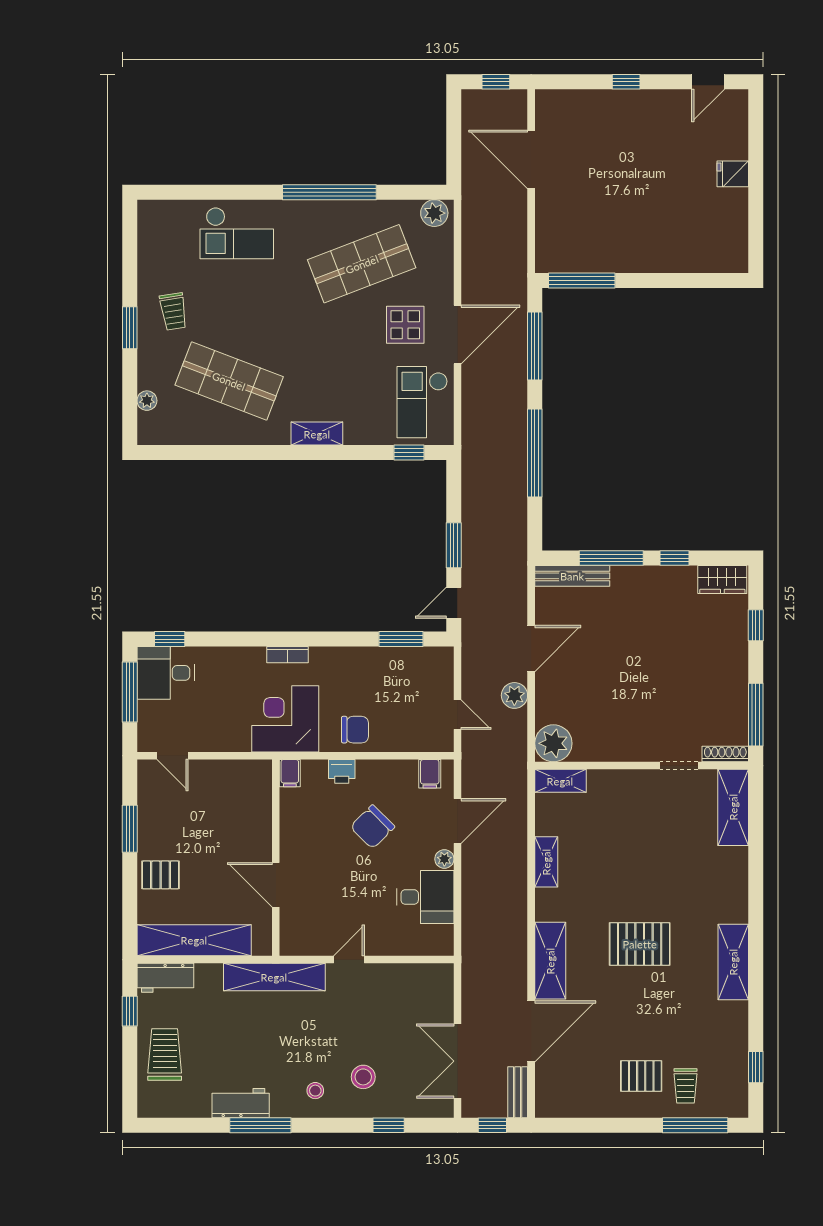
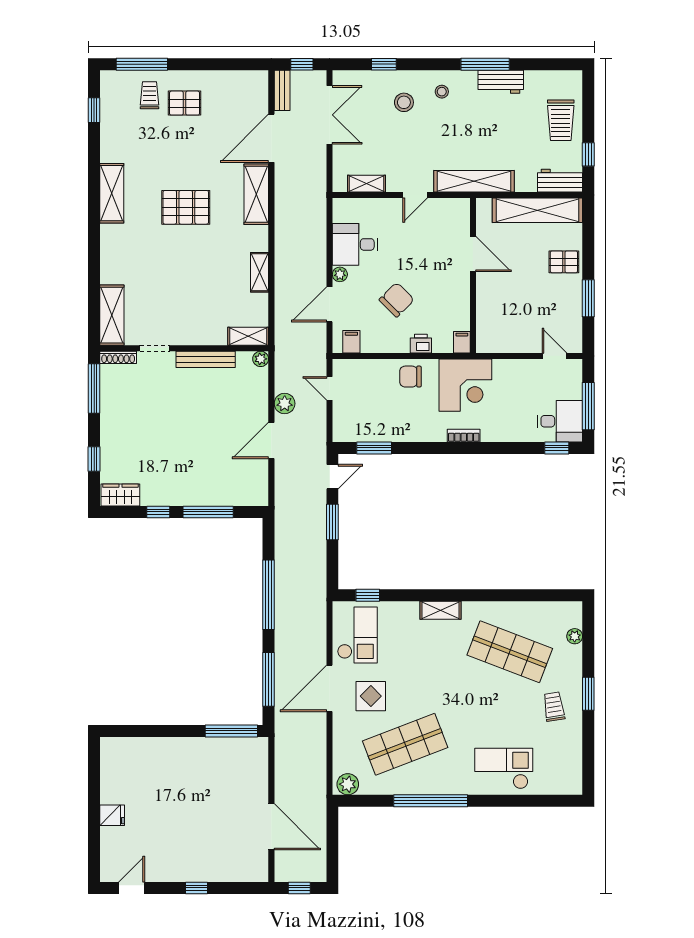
bench: (572, 576) -> (206, 359), moved
plant: (553, 743) -> (261, 359), width x0.53, depth x0.53
shelving: (411, 974) -> (366, 184), added

